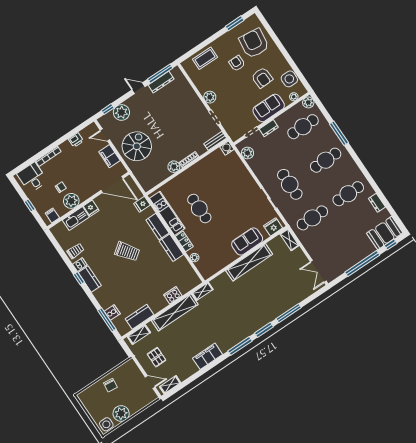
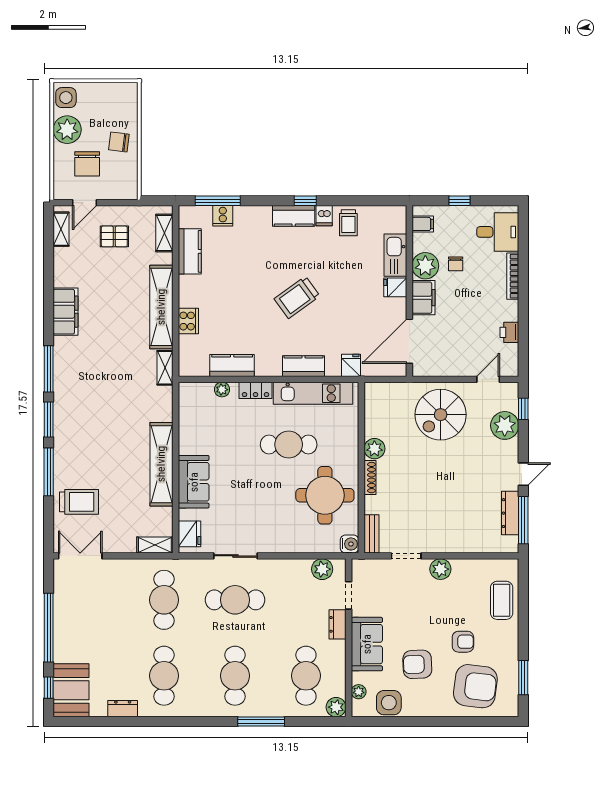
spiral stairs: (137, 146) -> (441, 415), turned 90
filing cabinet: (109, 156) -> (423, 298), moved, turned 90
round table: (212, 175) -> (325, 495), added
kitchen counter: (171, 248) -> (232, 365), moved
trolley: (293, 289) -> (79, 502), added
chair: (131, 393) -> (87, 164), added

